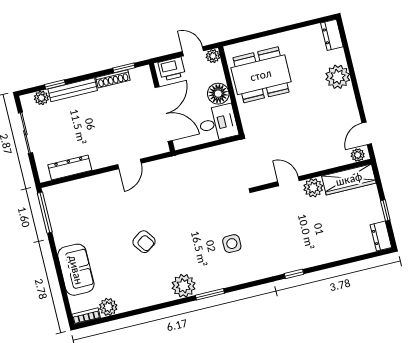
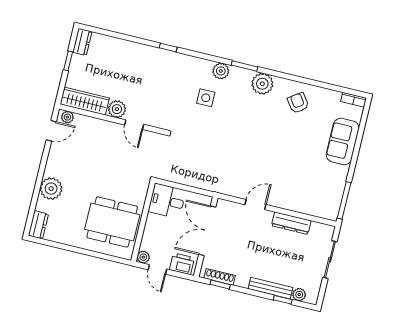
shoe rack: (113, 79) -> (220, 277), moved
floor lamp: (218, 94) -> (155, 225), removed
sliding door: (25, 133) -> (330, 260), moved
dresser: (70, 168) -> (291, 223), moved
armchair: (144, 242) -> (298, 103), moved
plant: (108, 307) -> (221, 71), moved

